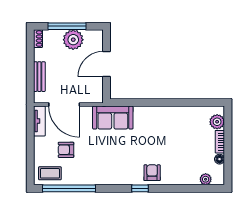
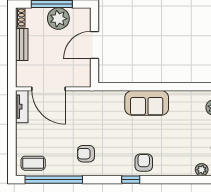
bench: (39, 77) -> (22, 44), moved
sofa: (113, 118) -> (147, 103), moved
armchair: (66, 150) -> (86, 154), moved

